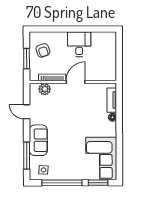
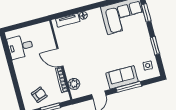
desk: (79, 44) -> (20, 47), moved
window: (27, 156) -> (129, 87), moved
window: (62, 183) -> (155, 46), width x0.47

